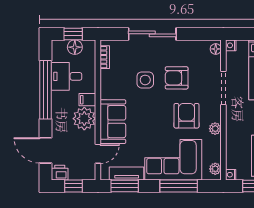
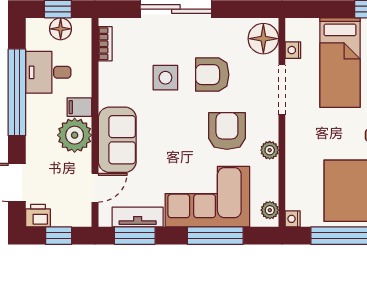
nightstand: (231, 45) -> (293, 50), moved
floor lamp: (216, 49) -> (263, 39), width x1.89, depth x1.89

